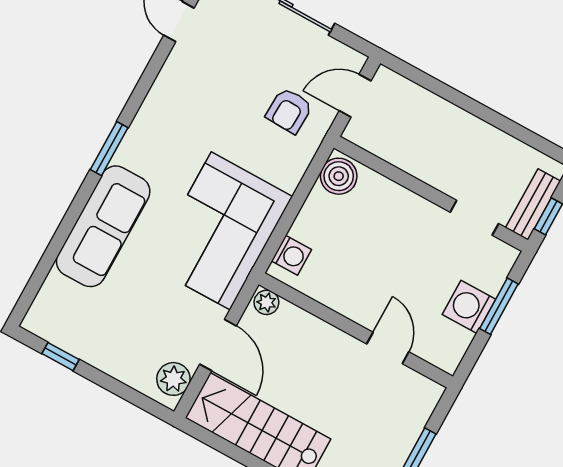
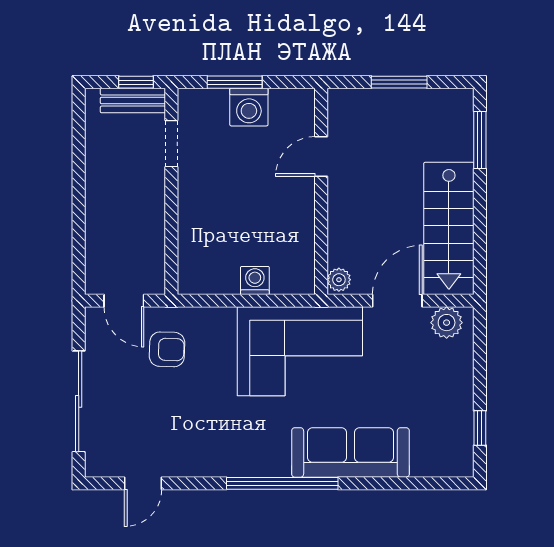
window: (109, 149) -> (282, 483), width x2.11
boiler: (339, 176) -> (199, 277), removed
washing machine: (291, 255) -> (255, 281), moved

